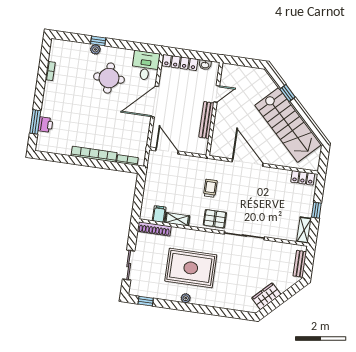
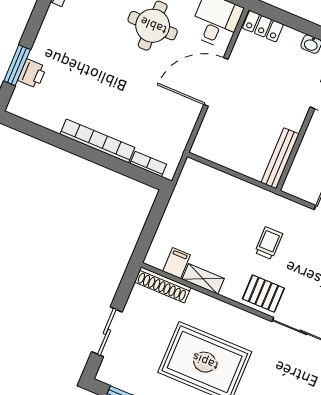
locker: (180, 63) -> (263, 26), width x0.66
bench: (206, 120) -> (280, 158), moved
door: (167, 151) -> (215, 166), removed

